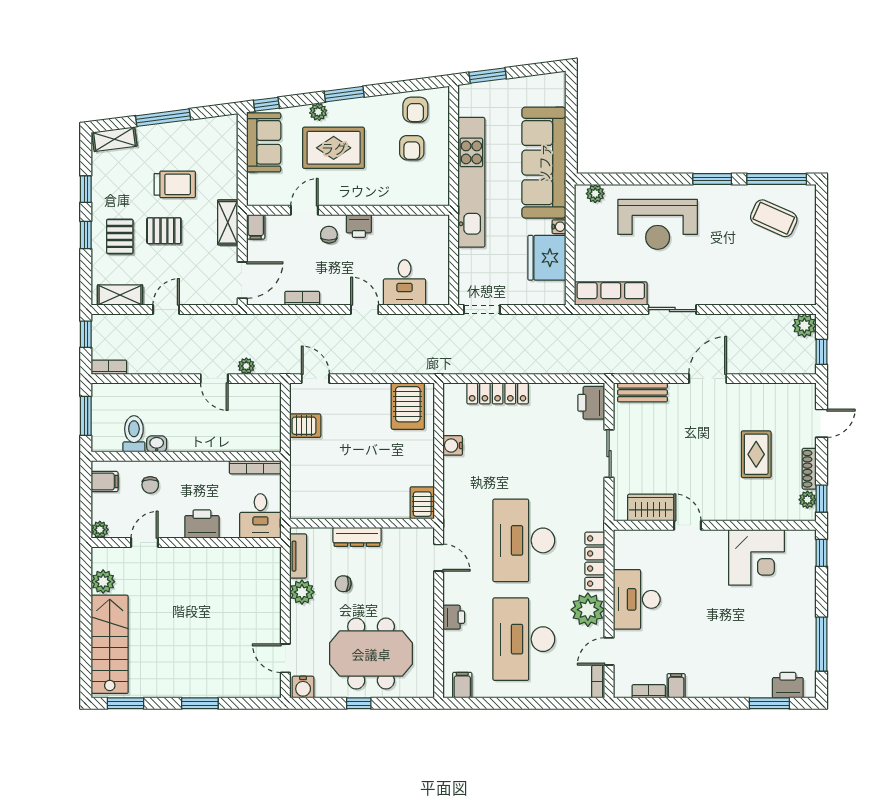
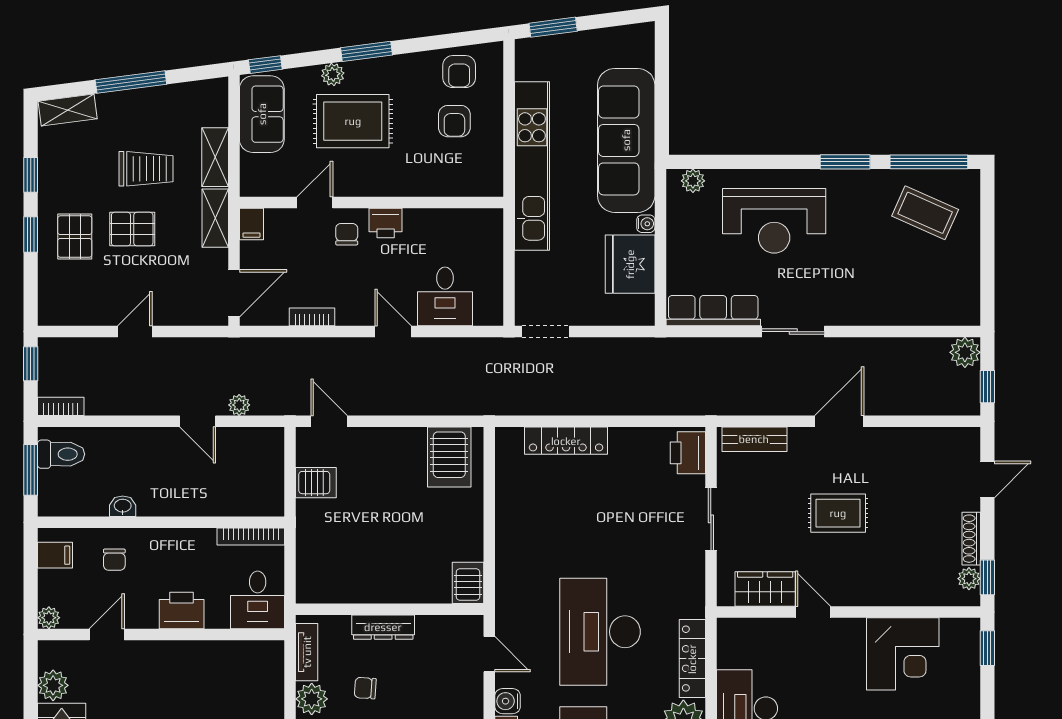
shelving: (120, 295) -> (215, 157), moved, turned 90
toilet: (134, 434) -> (61, 454), moved, turned 90
water cooler: (453, 445) -> (508, 701), moved
rug: (756, 454) -> (838, 513), moved, turned 90

